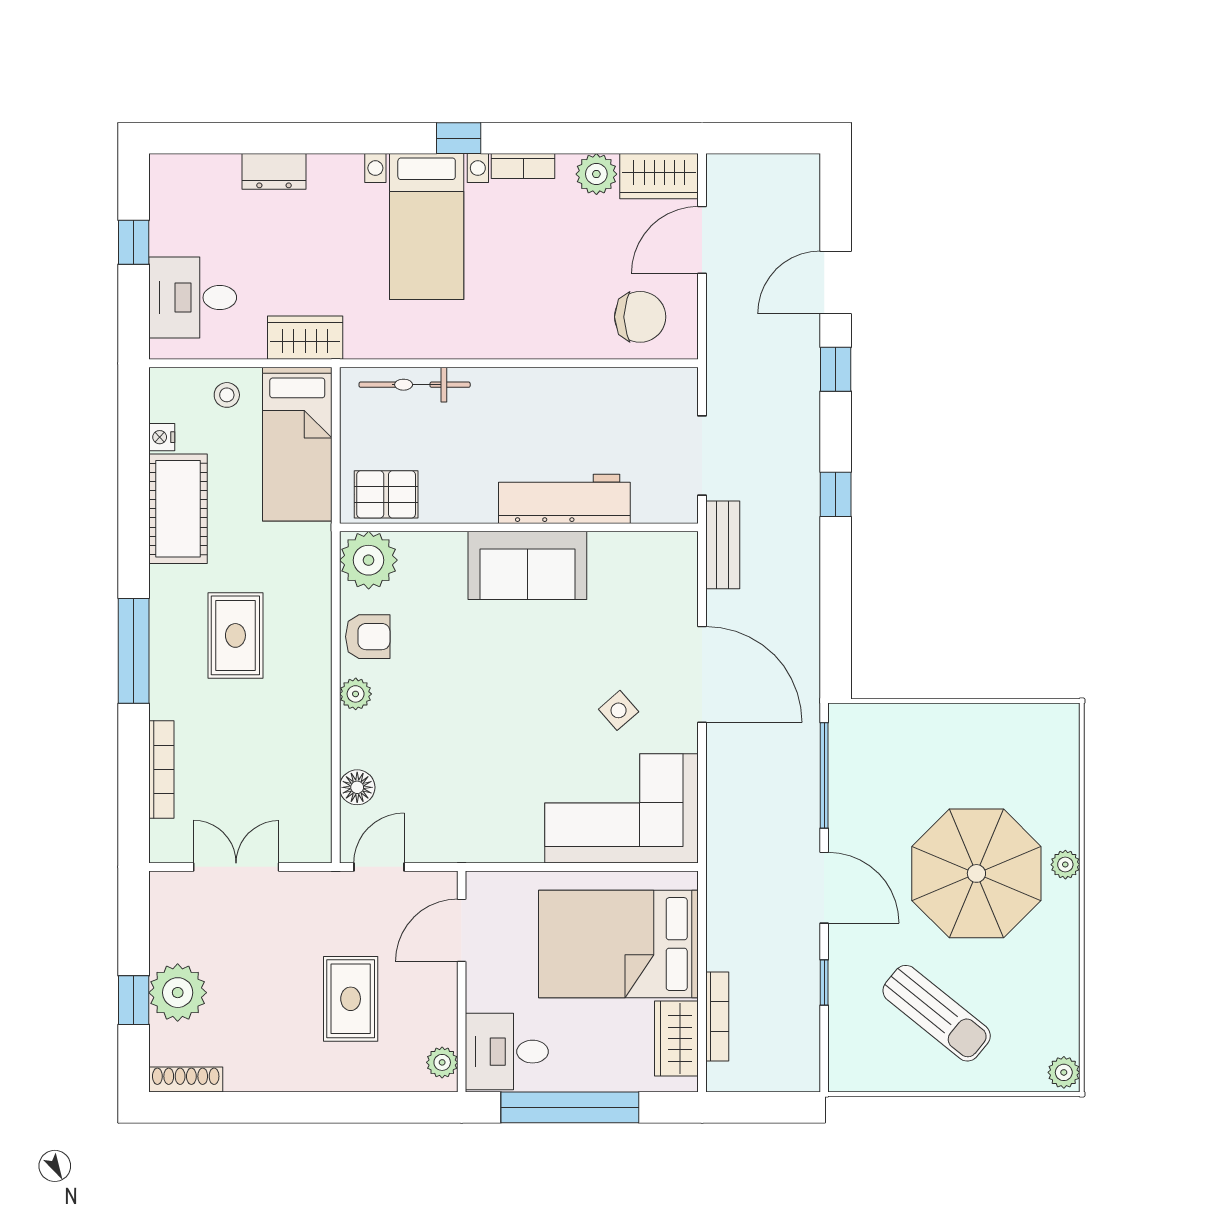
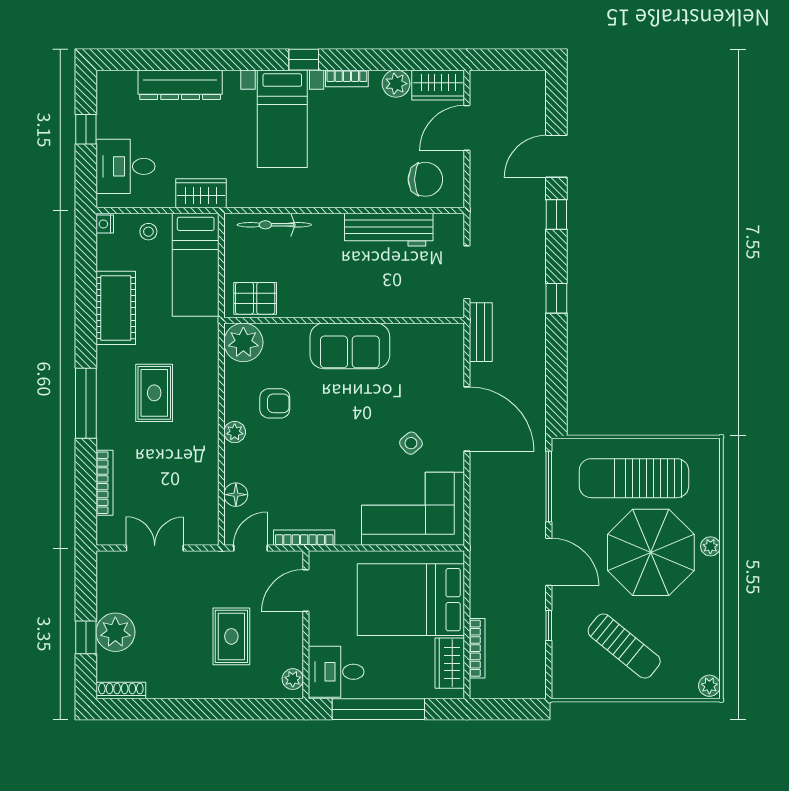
dresser: (274, 171) -> (180, 85), width x1.96, depth x1.24
nightstand: (162, 437) -> (105, 224), moved
workbench: (564, 499) -> (389, 230), moved, turned 180
armchair: (368, 637) -> (275, 403), moved
sun lounger: (951, 763) -> (634, 478), added
bookcase: (459, 852) -> (304, 538), added

